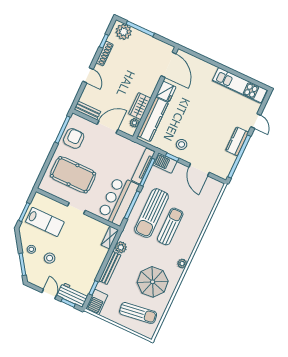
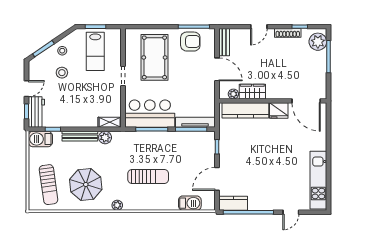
door: (169, 65) -> (306, 101), hinge flipped
kitchen counter: (237, 141) -> (233, 203), moved
stool: (182, 144) -> (234, 150), removed
barbecue: (165, 163) -> (190, 203), moved, turned 90
sun lounger: (151, 213) -> (153, 152), removed

